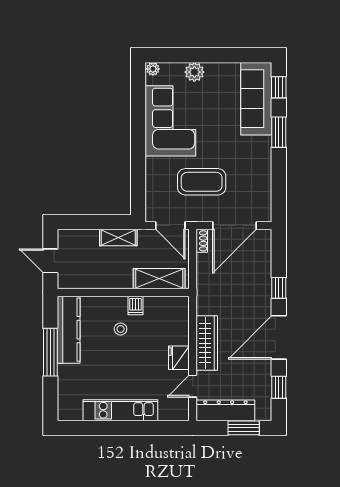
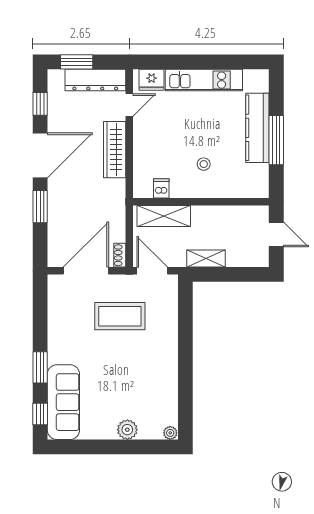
corner sofa: (170, 121) -> (152, 379), removed
window: (279, 288) -> (40, 207), width x1.50
dishwasher: (136, 305) -> (161, 188), moved
kitchen counter: (69, 330) -> (257, 128), moved
fridge: (179, 358) -> (152, 80), moved, turned 90

